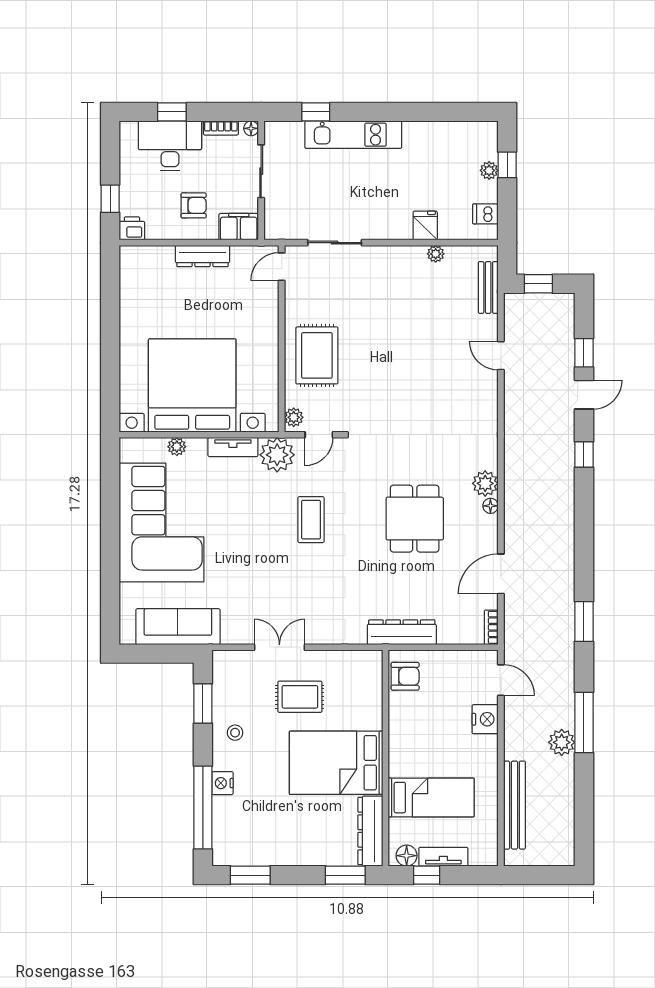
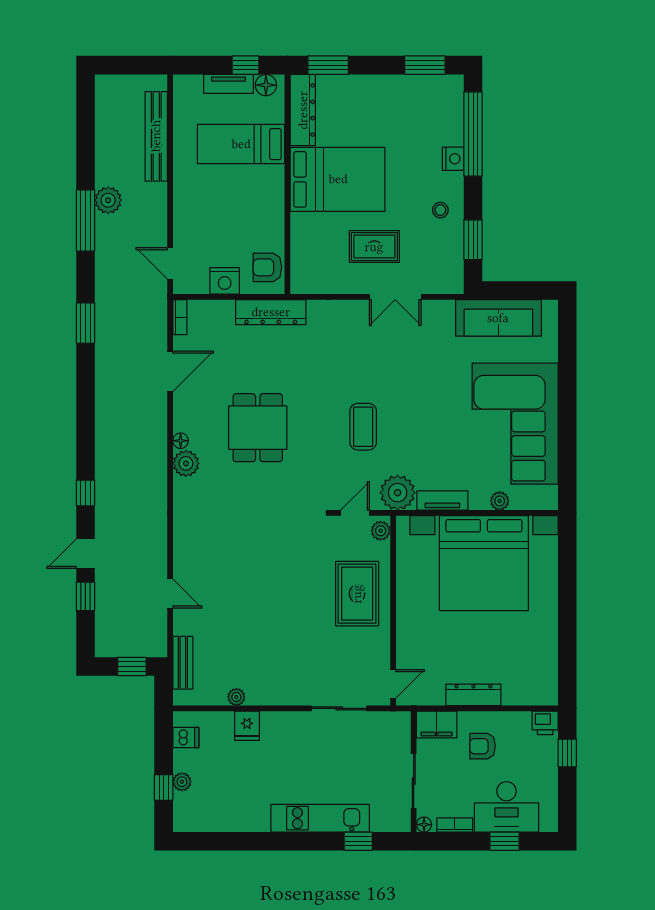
nightstand: (485, 719) -> (225, 281), moved, turned -90

